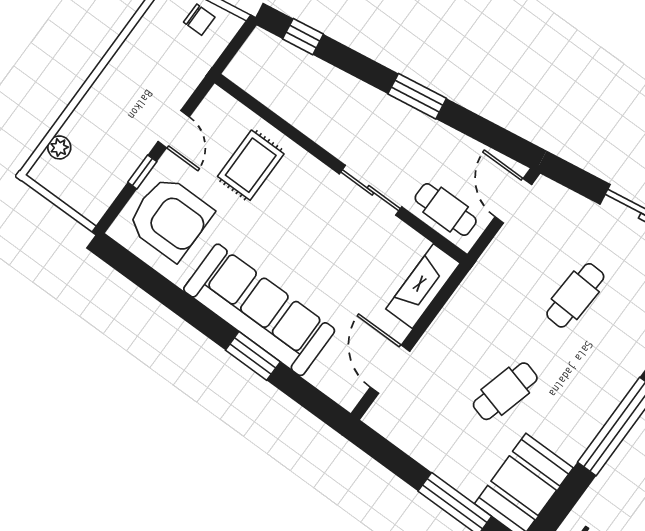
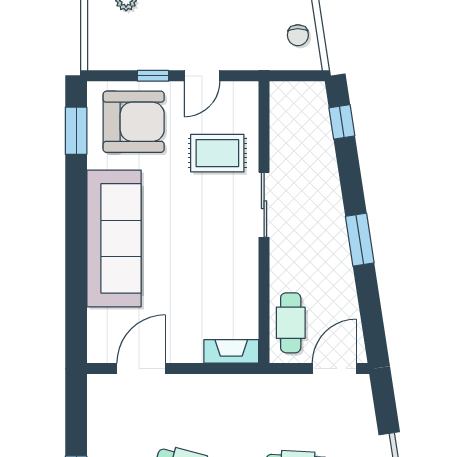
sliding door: (371, 190) -> (264, 205), moved
armchair: (170, 218) -> (134, 122), turned -90
fireplace: (423, 286) -> (231, 351), width x0.73, depth x0.76
window: (253, 356) -> (76, 131), moved

